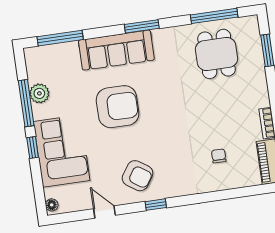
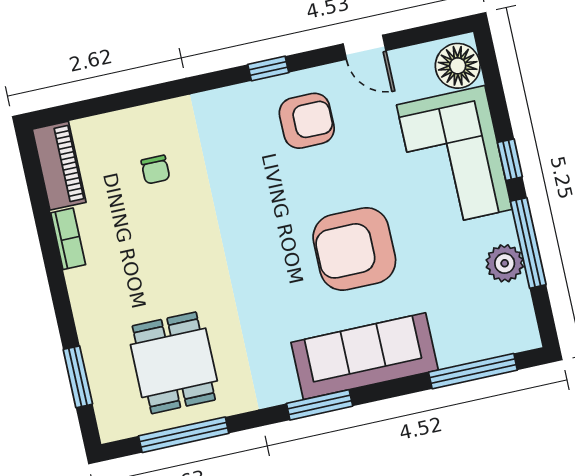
armchair: (138, 176) -> (307, 121), turned 146
floor lamp: (52, 205) -> (458, 66), width x1.89, depth x1.89

